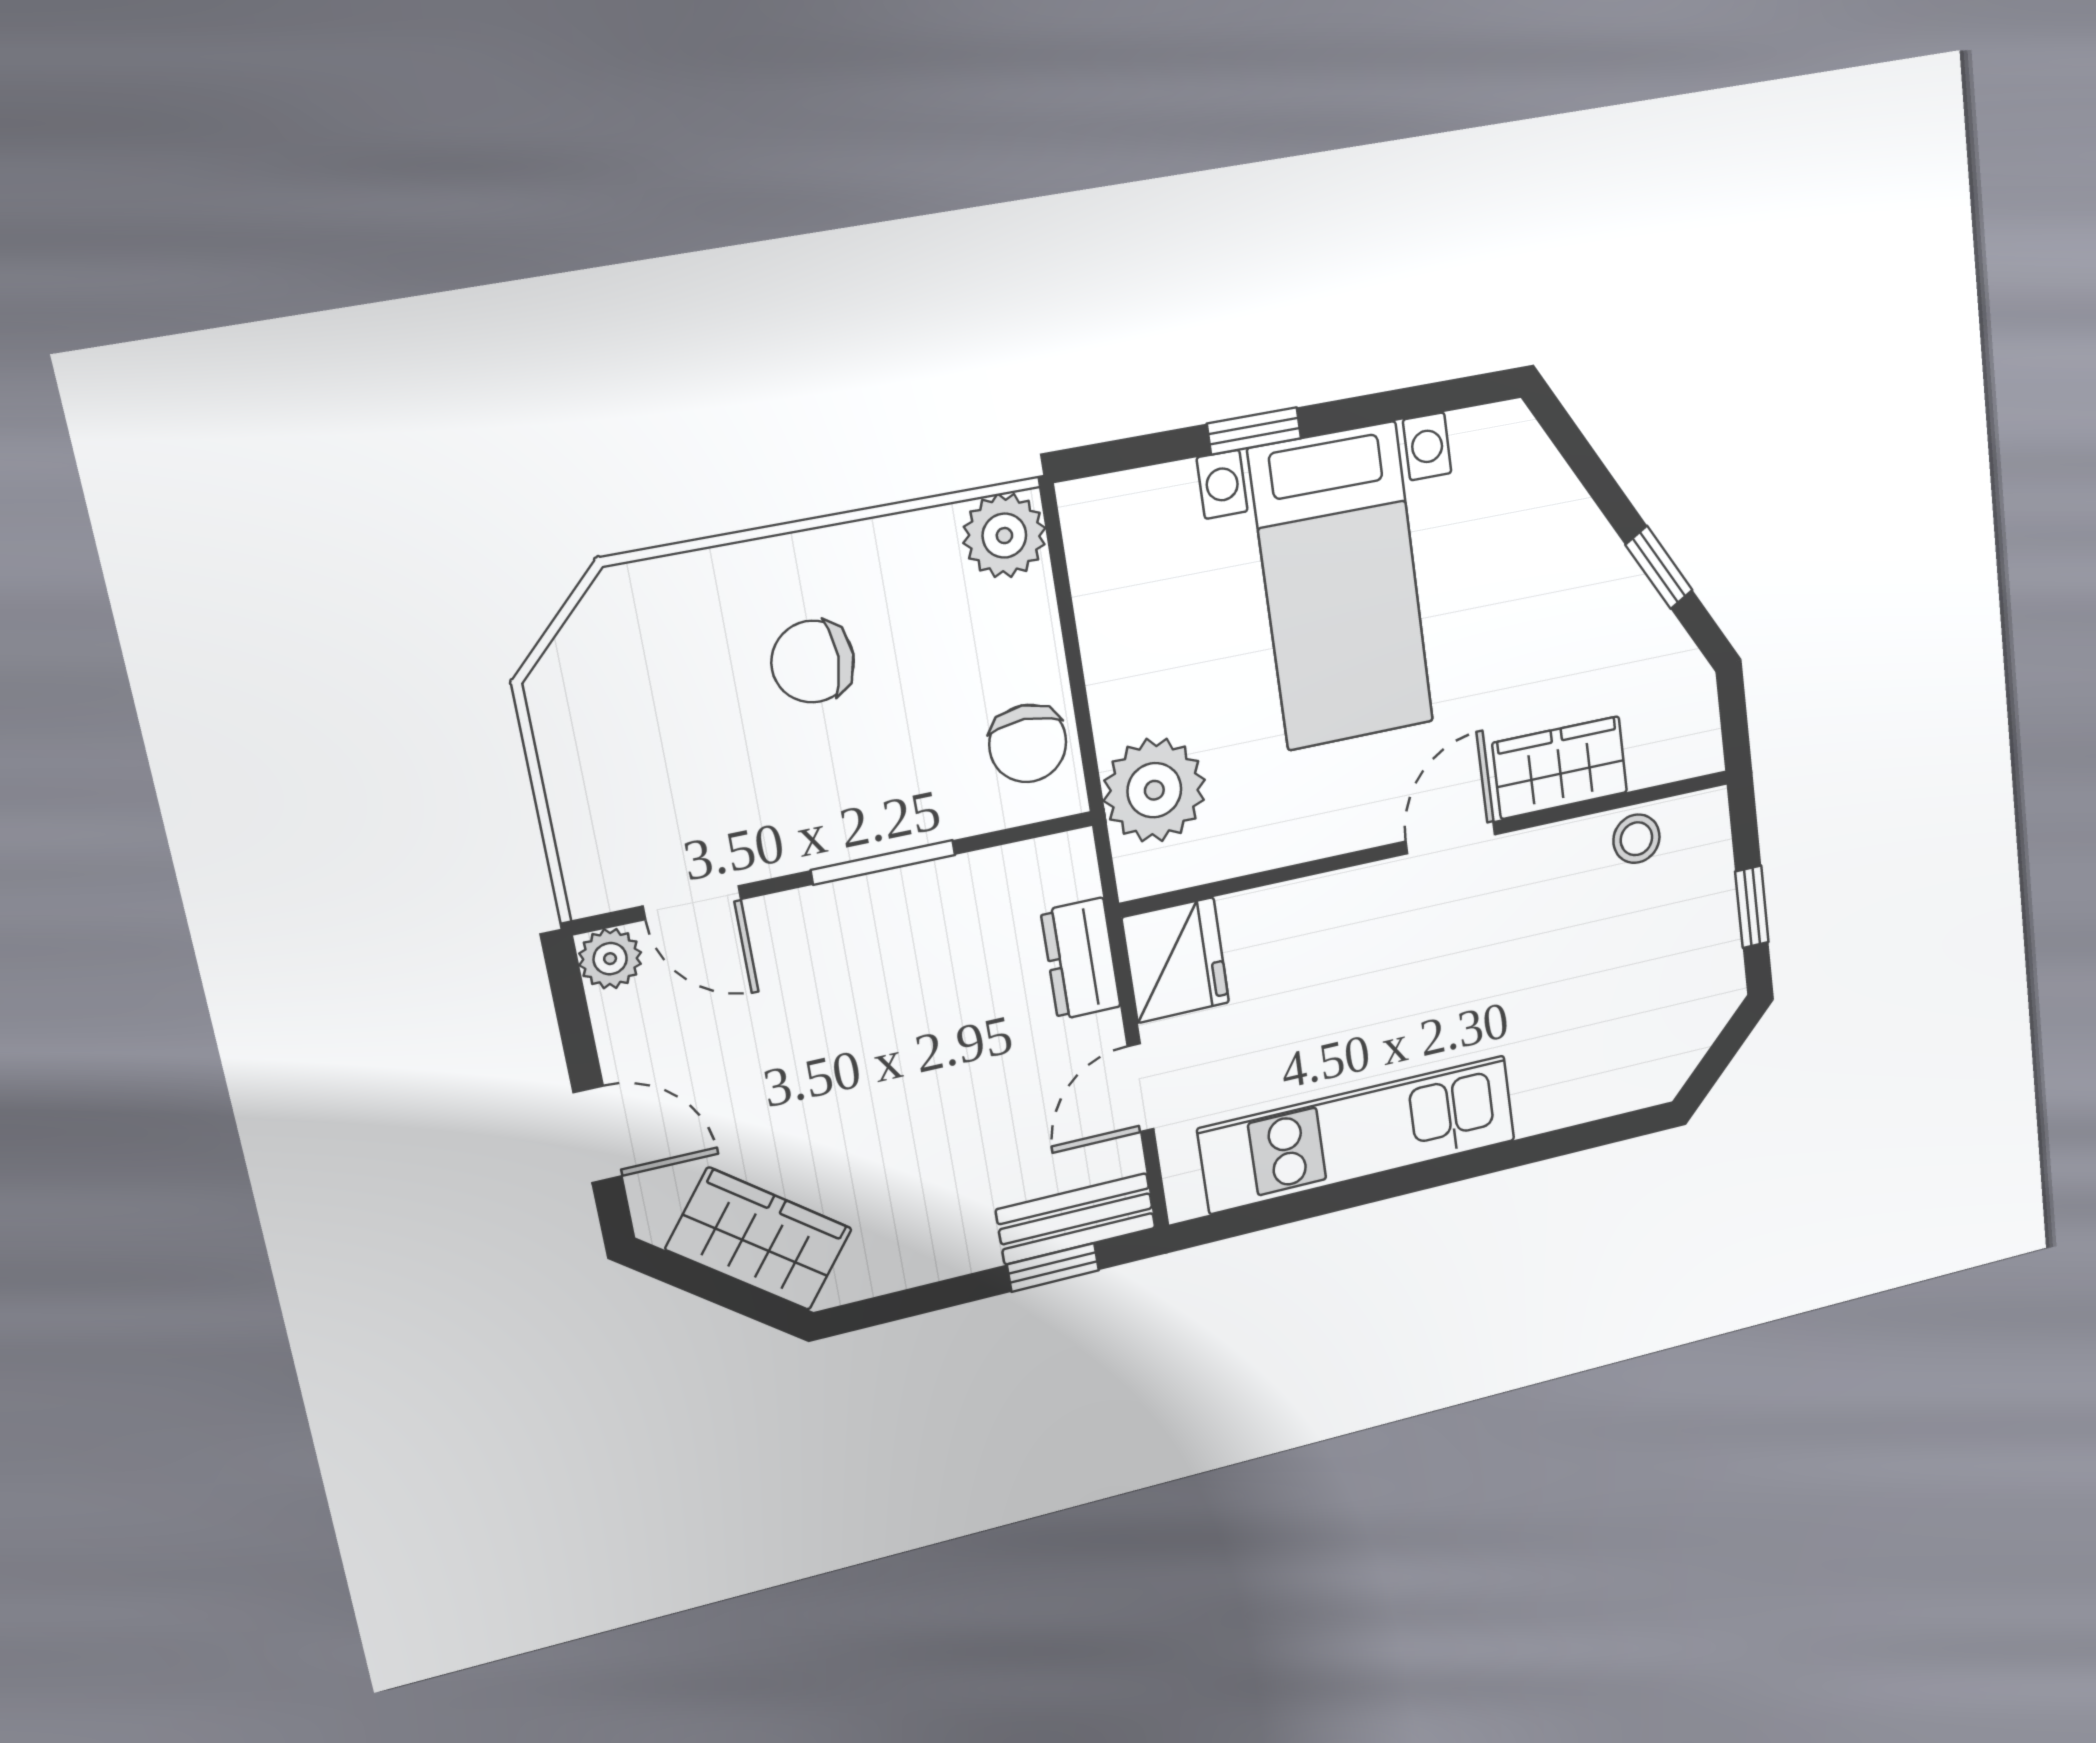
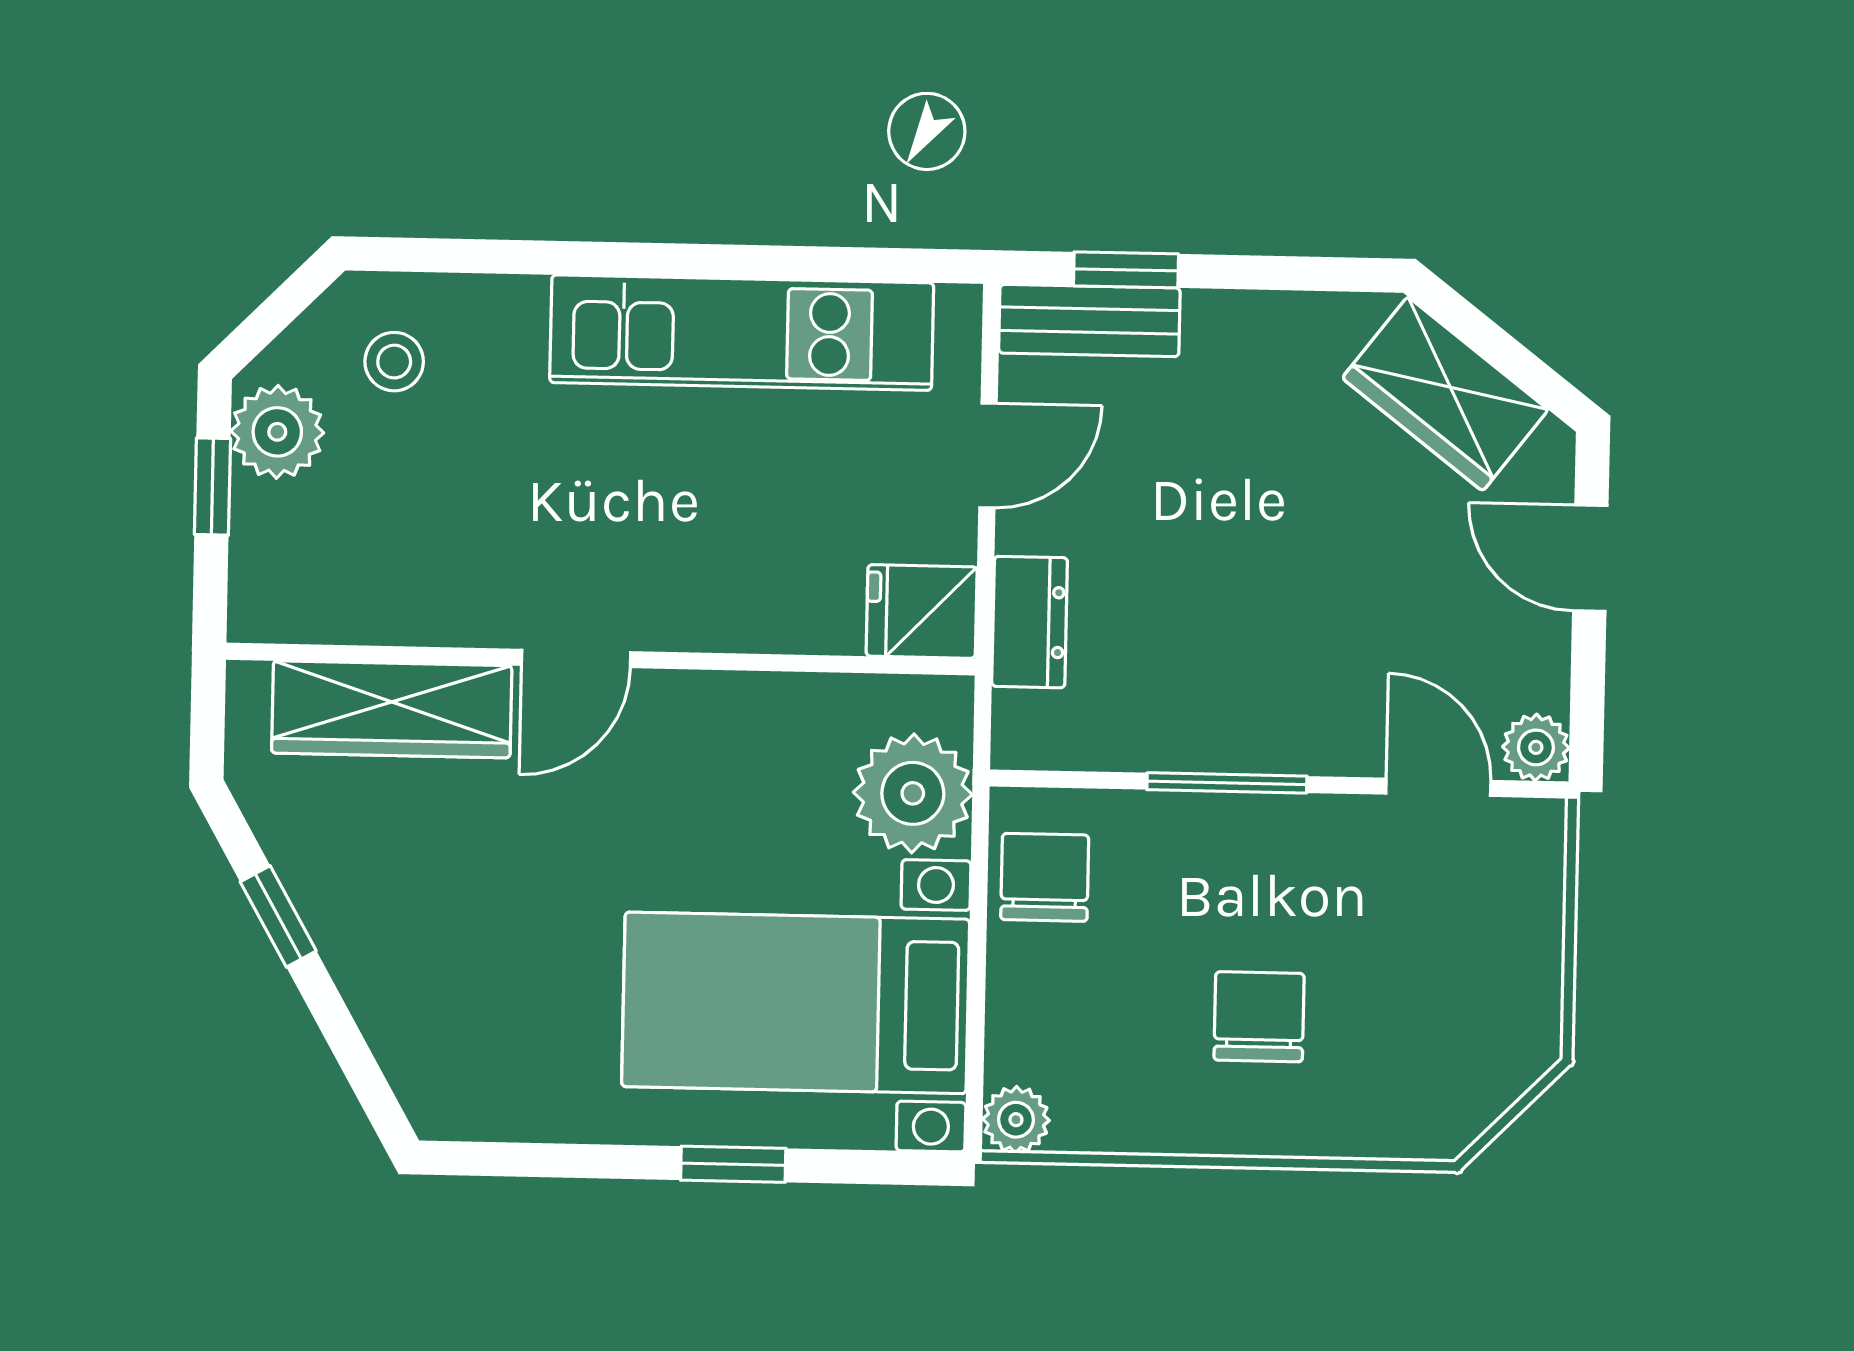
plant: (1004, 536) -> (1016, 1120), width x0.73, depth x0.73
bed with nightstands: (1341, 587) -> (796, 1003), moved, turned -90
chair: (813, 662) -> (1259, 1017), turned -90
wardrobe: (1560, 768) -> (392, 709), width x1.50
stool: (1636, 839) -> (394, 362), moved
fridge: (1176, 960) -> (922, 611), width x0.72
plant: (1708, 962) -> (277, 432), added

